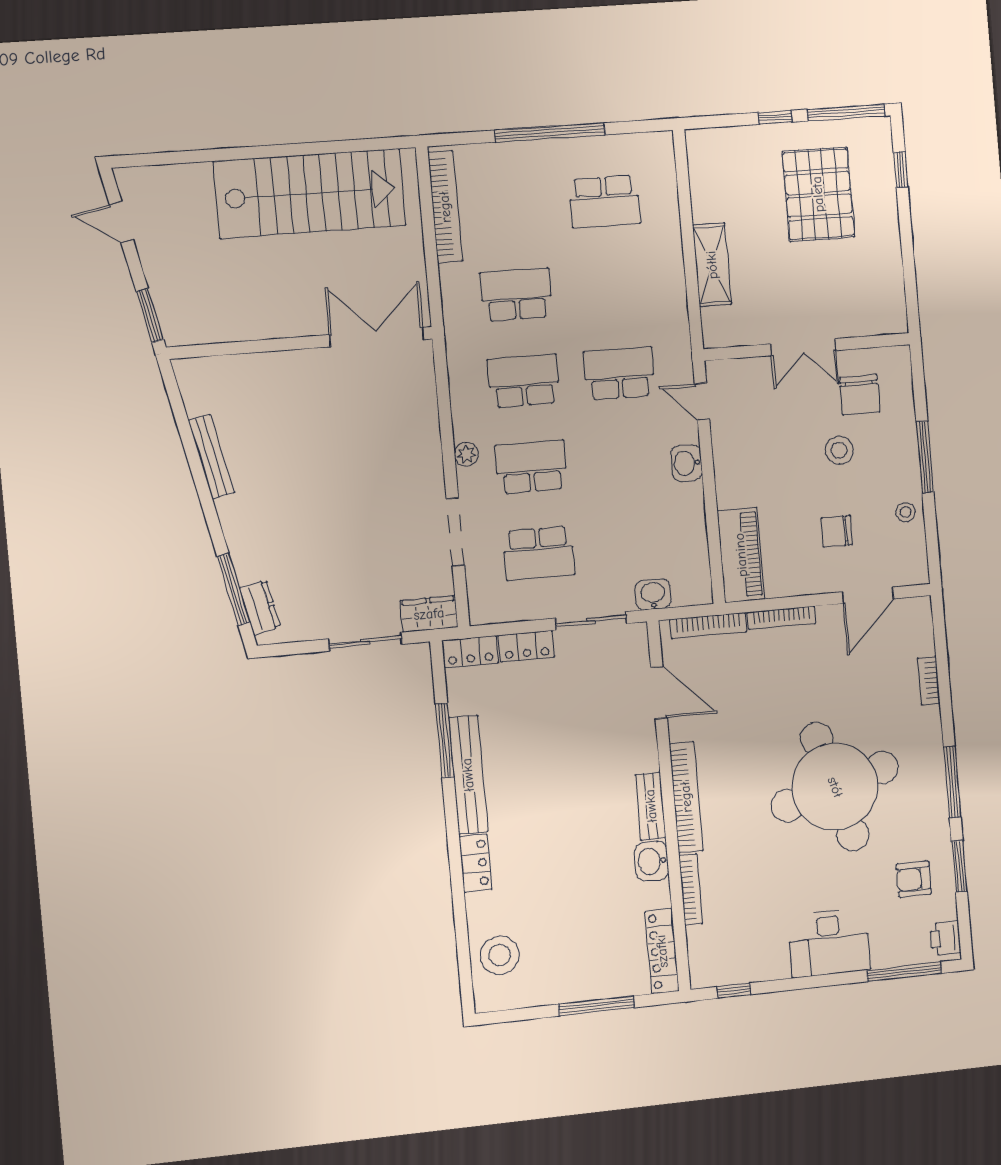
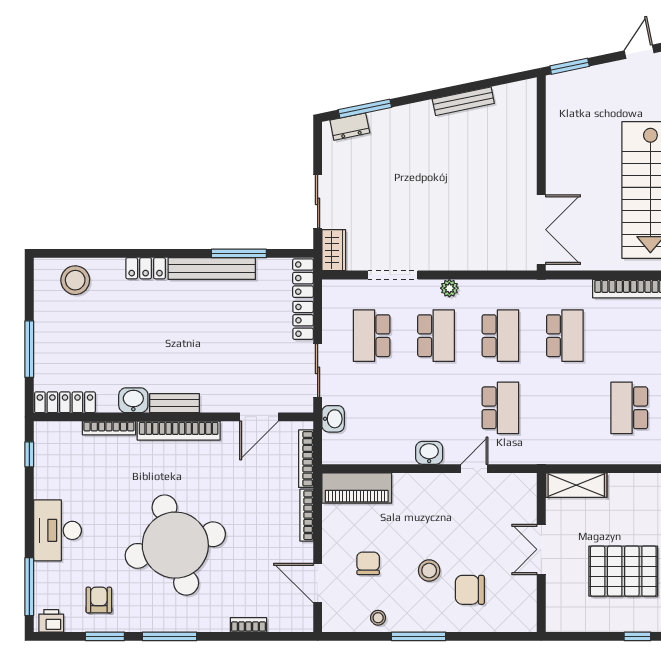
double door: (803, 347) -> (541, 549), moved
wall: (807, 347) -> (541, 552), moved

